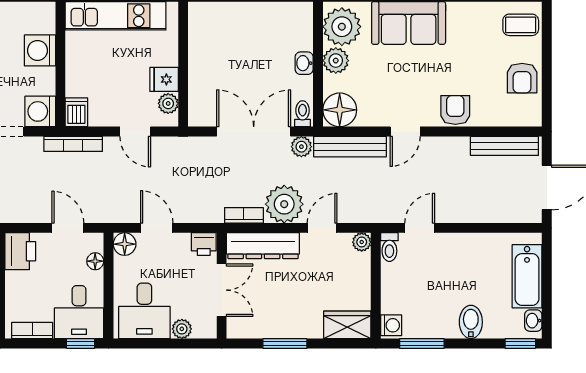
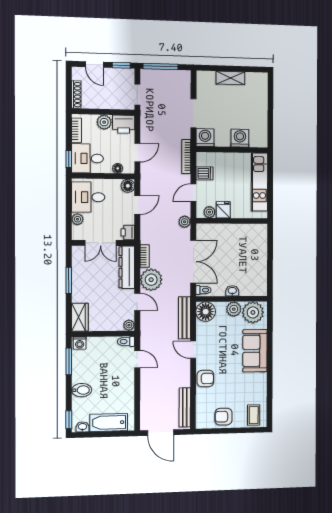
dishwasher: (76, 112) -> (204, 173), moved
plant: (301, 147) -> (185, 222), moved
plant: (17, 284) -> (104, 122), added

